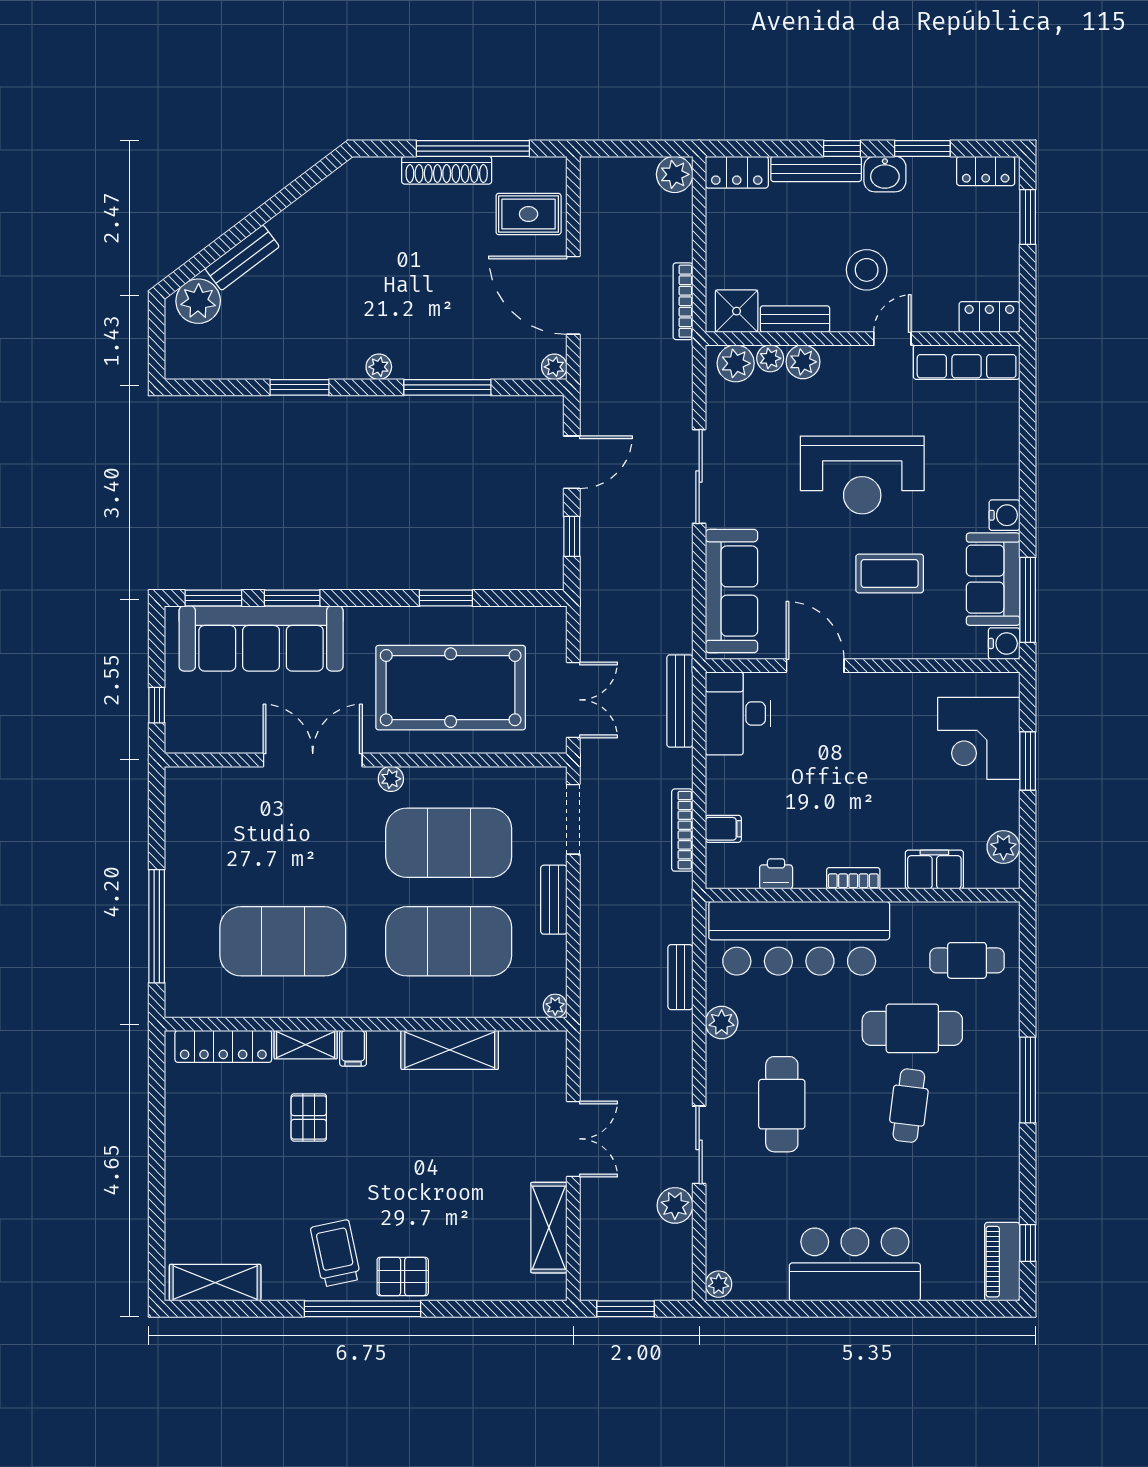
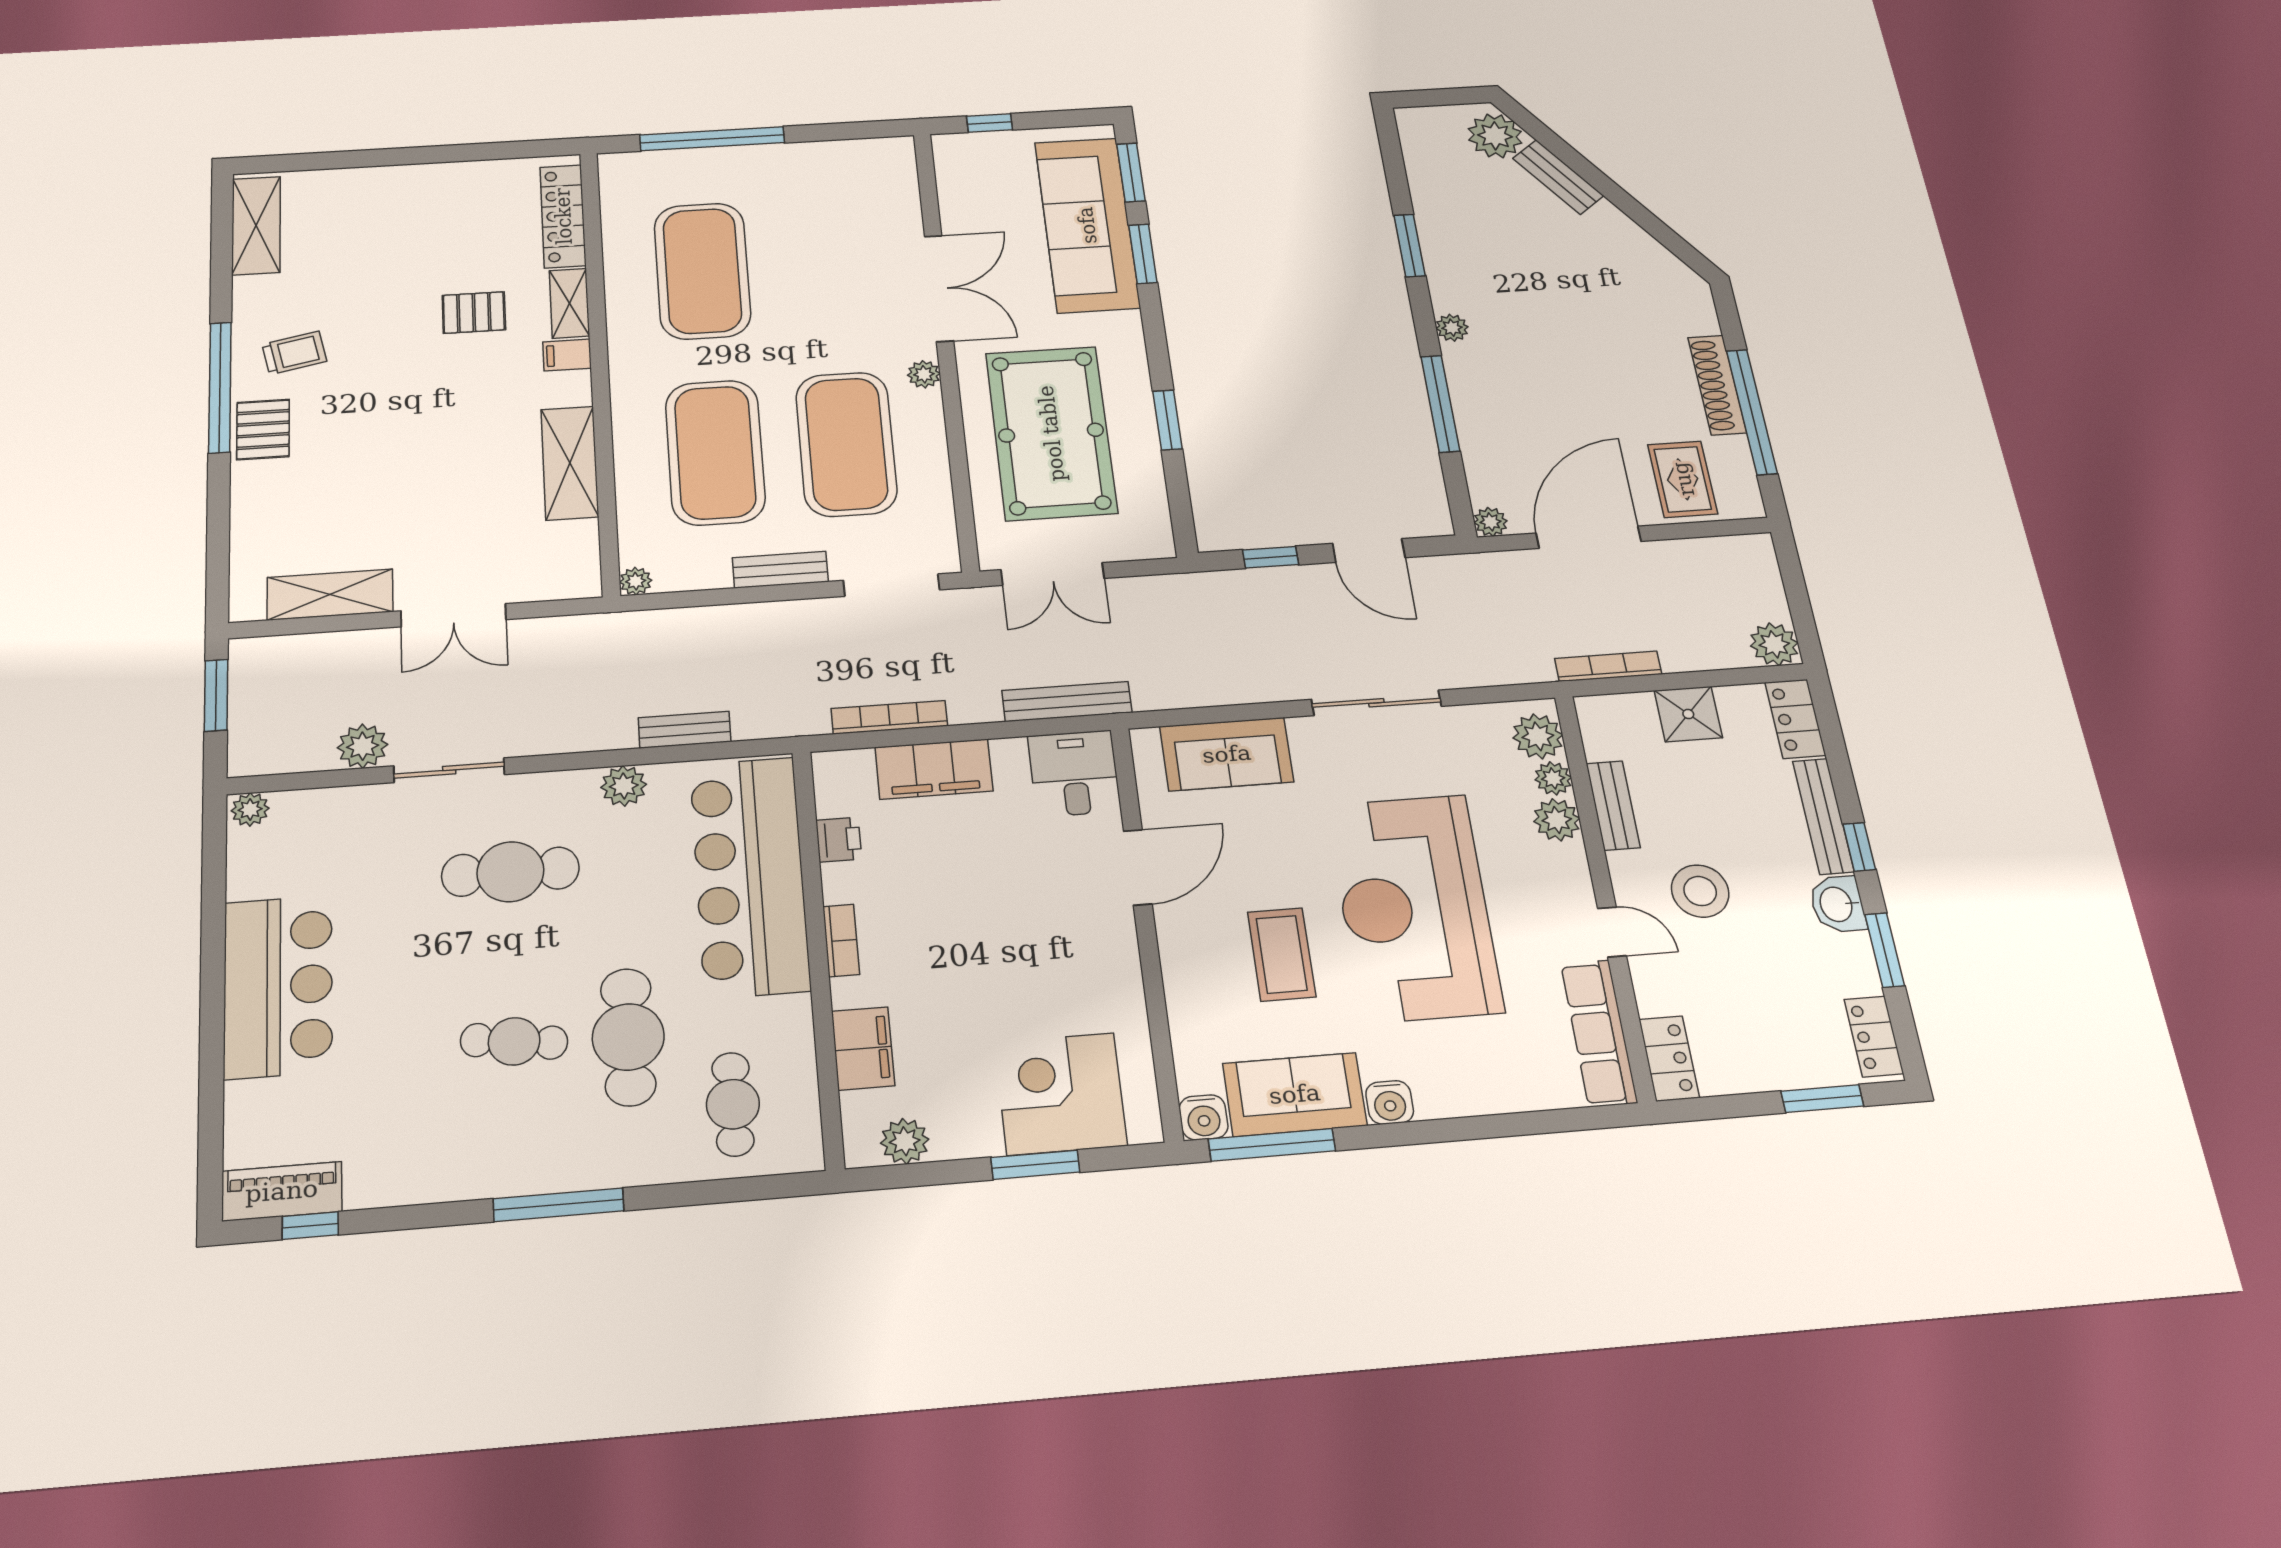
shower: (737, 311) -> (1688, 714), moved
reception desk: (862, 475) -> (1414, 908), width x1.36, depth x1.30
sofa: (732, 591) -> (1227, 754), width x0.73
desk: (738, 713) -> (1074, 773), width x0.73
filing cabinet: (723, 829) -> (934, 769), width x3.00, depth x1.17
trolley: (336, 1253) -> (294, 353), width x0.73, depth x0.72

